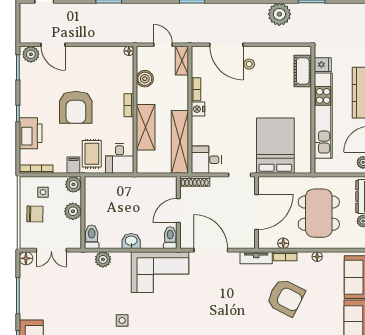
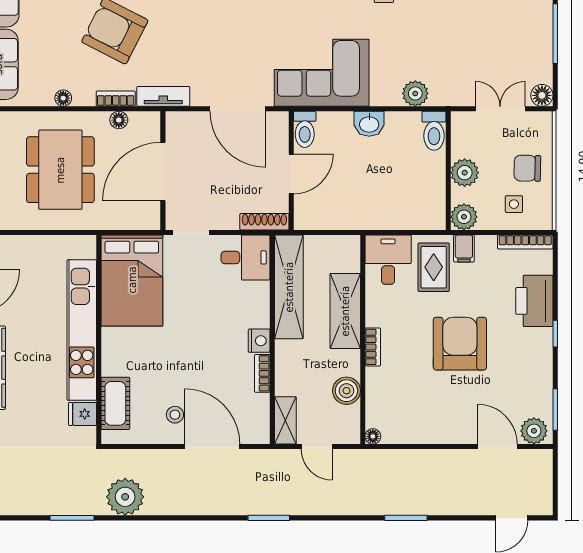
fridge: (323, 65) -> (82, 414), moved
cot: (303, 71) -> (115, 403), moved
wall: (313, 110) -> (99, 339), moved
kitchen unit: (323, 116) -> (82, 330), moved

